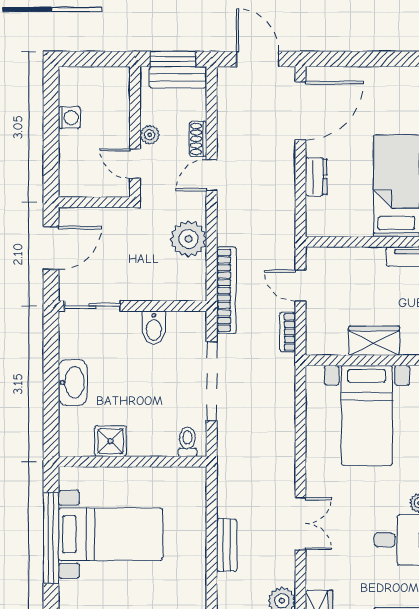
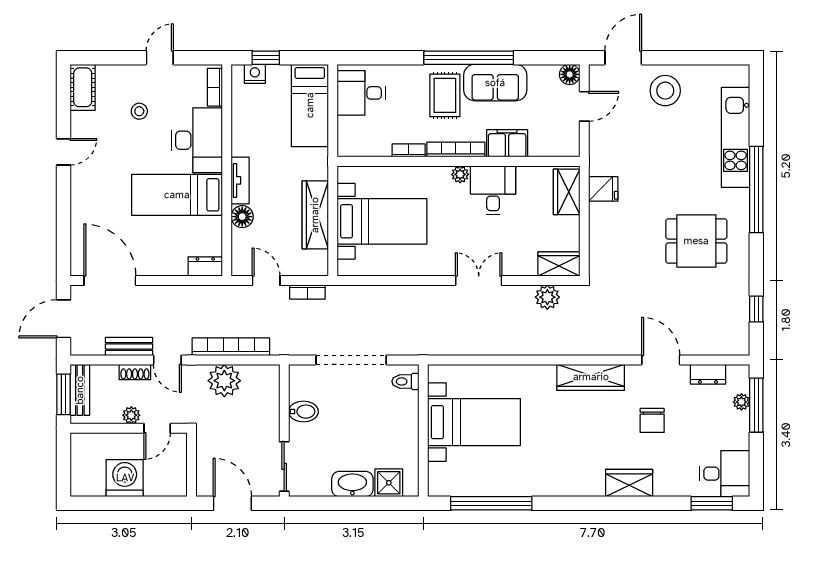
washing machine: (69, 118) -> (125, 478), width x1.89, depth x1.89
dresser: (316, 177) -> (205, 266), moved
floor lamp: (372, 259) -> (242, 217), added
door: (301, 286) -> (266, 281), swing flipped
bookcase: (226, 290) -> (231, 347), moved
wardrobe: (374, 341) -> (315, 215), width x1.50
shower: (111, 441) -> (389, 483), moved
bed with nightstands: (110, 534) -> (474, 422), moved, turned 90
bench: (227, 545) -> (129, 347), moved

